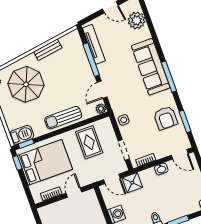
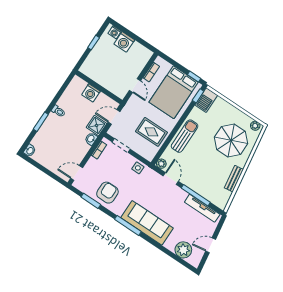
armchair: (166, 118) -> (107, 193), turned 90
washbasin: (161, 169) -> (91, 139), moved

